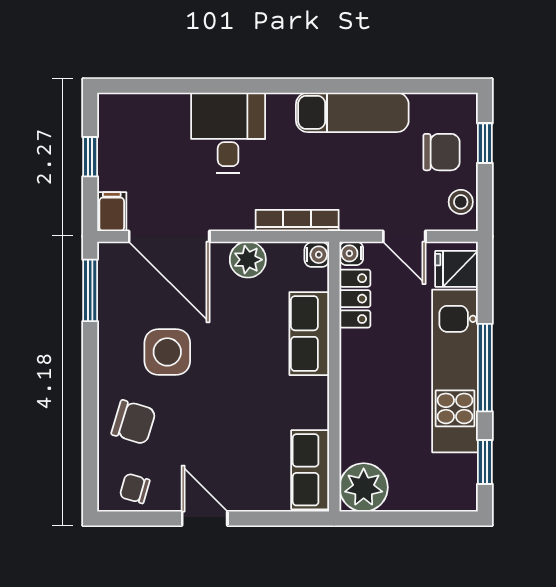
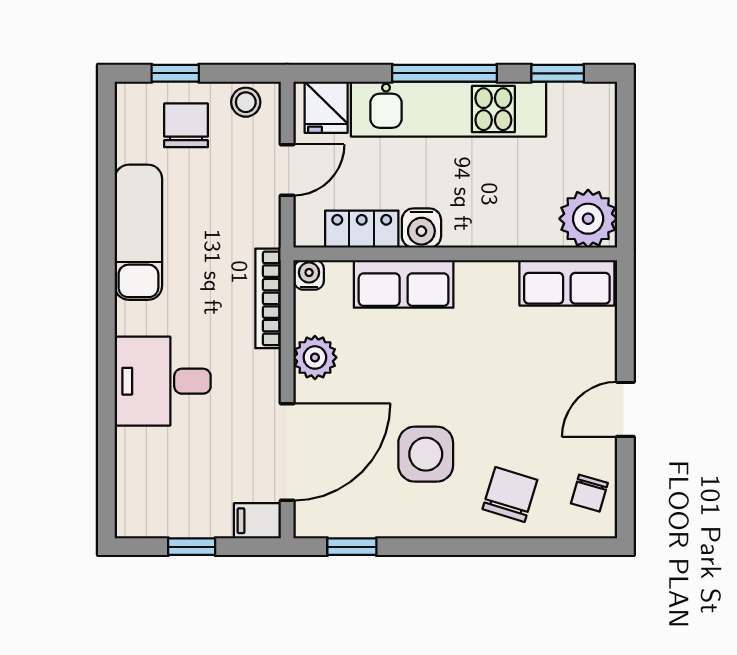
water cooler: (351, 253) -> (421, 228), moved, width x1.38, depth x1.38
window: (90, 290) -> (352, 547), width x0.67

